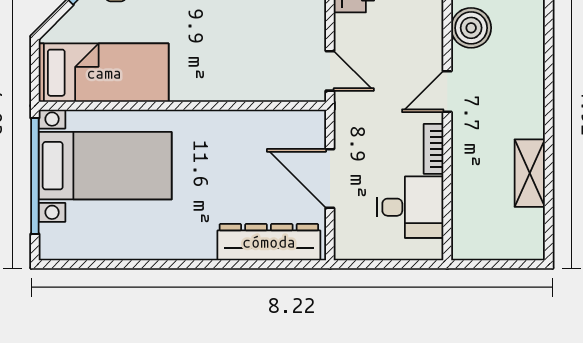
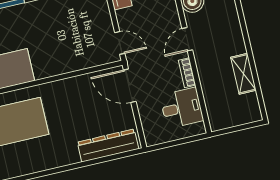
door: (330, 179) -> (130, 86), moved

